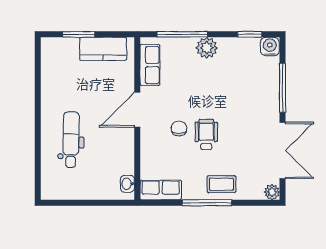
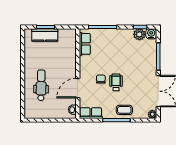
plant: (207, 48) -> (139, 34), moved
kitchen counter: (103, 49) -> (45, 35), moved
door: (137, 110) -> (78, 88), moved

